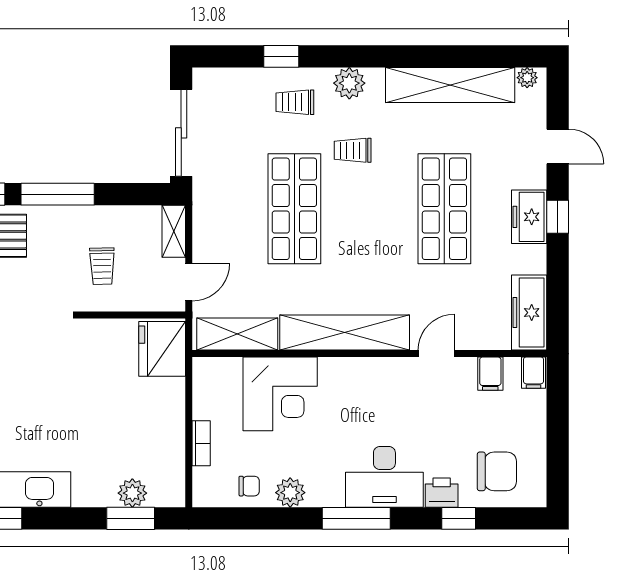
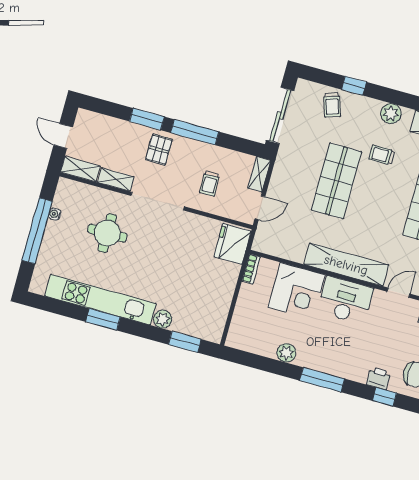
trolley: (295, 102) -> (332, 105), moved, turned -108
shelving: (237, 334) -> (281, 248), removed
bookcase: (201, 443) -> (251, 269), moved
desk: (384, 477) -> (345, 300), moved, turned 180
chair: (249, 486) -> (262, 342), removed
plant: (132, 493) -> (163, 319), moved

